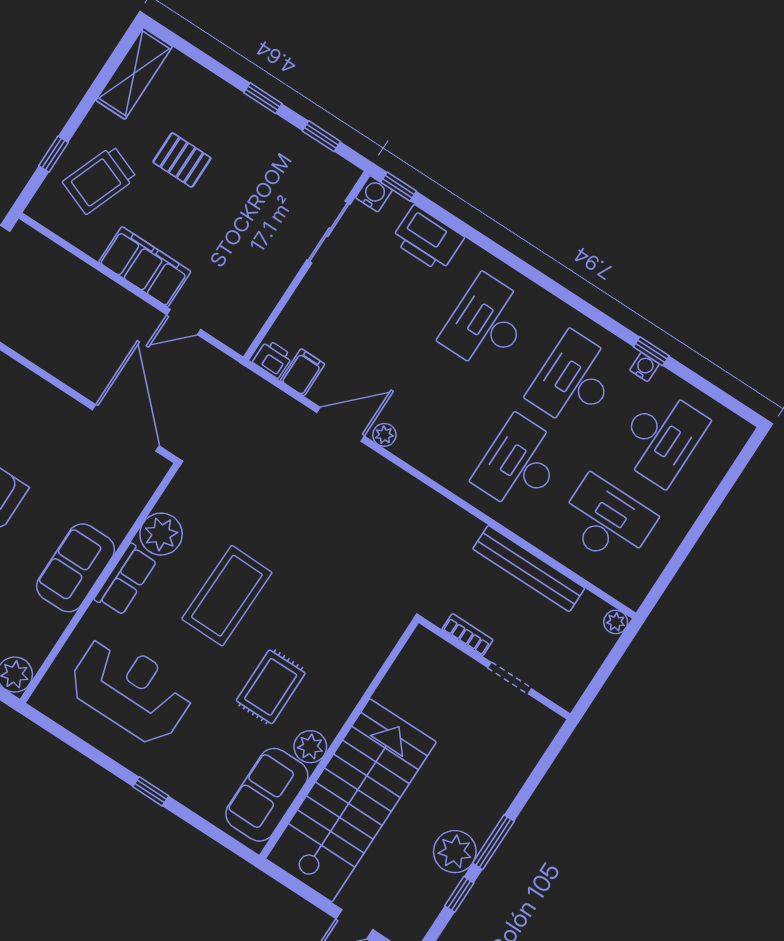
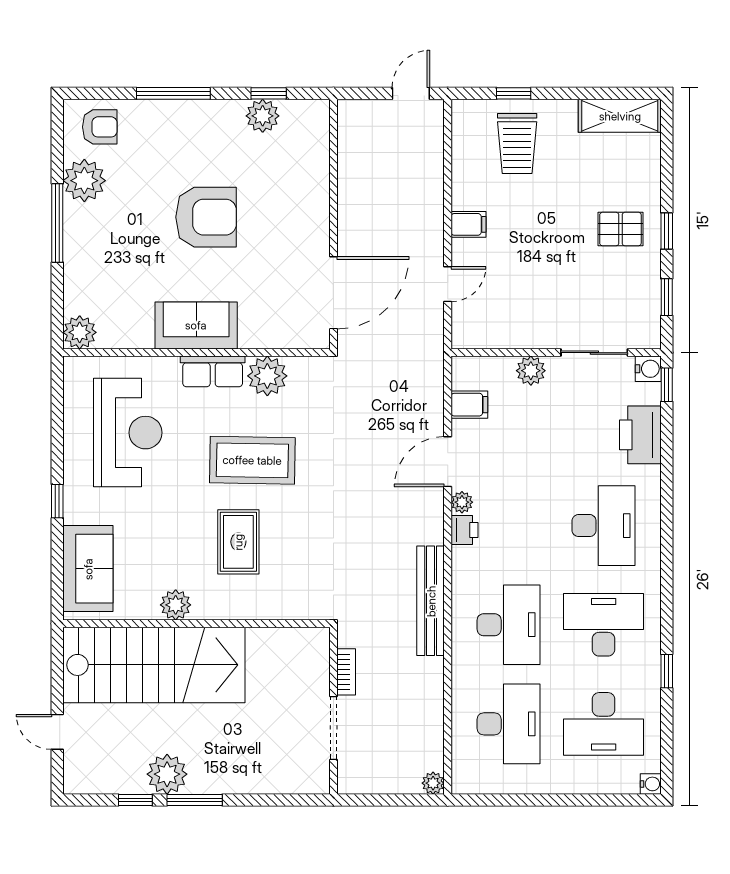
pallet: (182, 160) -> (620, 229), moved, turned 90
trolley: (100, 180) -> (517, 143), turned -111
filing cabinet: (145, 267) -> (469, 224), width x0.33, depth x0.86
plant: (308, 298) -> (531, 371), added
door: (184, 322) -> (448, 284), swing flipped
desk: (486, 323) -> (604, 526), turned 90
printer: (273, 359) -> (464, 530), moved
water cooler: (644, 367) -> (651, 784), moved
door: (340, 424) -> (448, 462), swing flipped
desk: (519, 464) -> (509, 625), turned 90
bench: (529, 568) -> (431, 601), moved
doorway: (510, 678) -> (333, 728), width x1.38
rug: (271, 687) -> (238, 542), moved, turned 90
sofa: (267, 795) -> (88, 569), moved, turned 90

